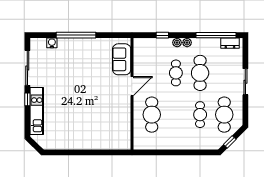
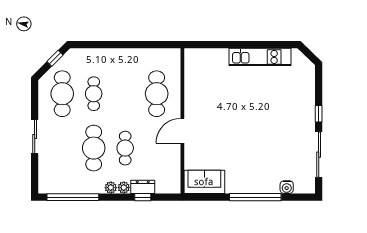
dresser: (230, 43) -> (143, 187), moved
sofa: (122, 59) -> (204, 182), moved, turned -90
kitchen unit: (37, 111) -> (260, 57), moved, turned -90

